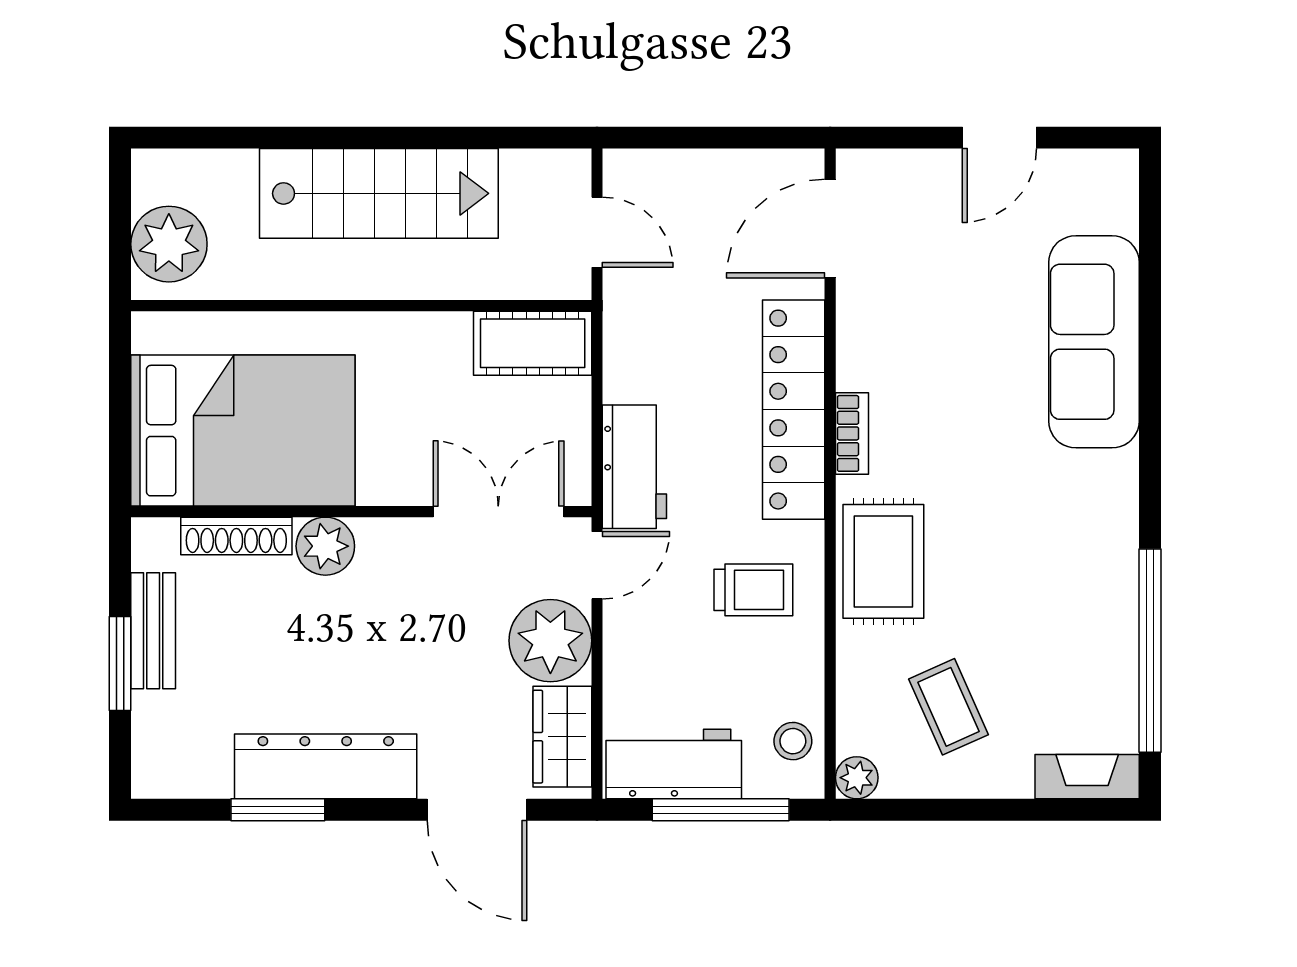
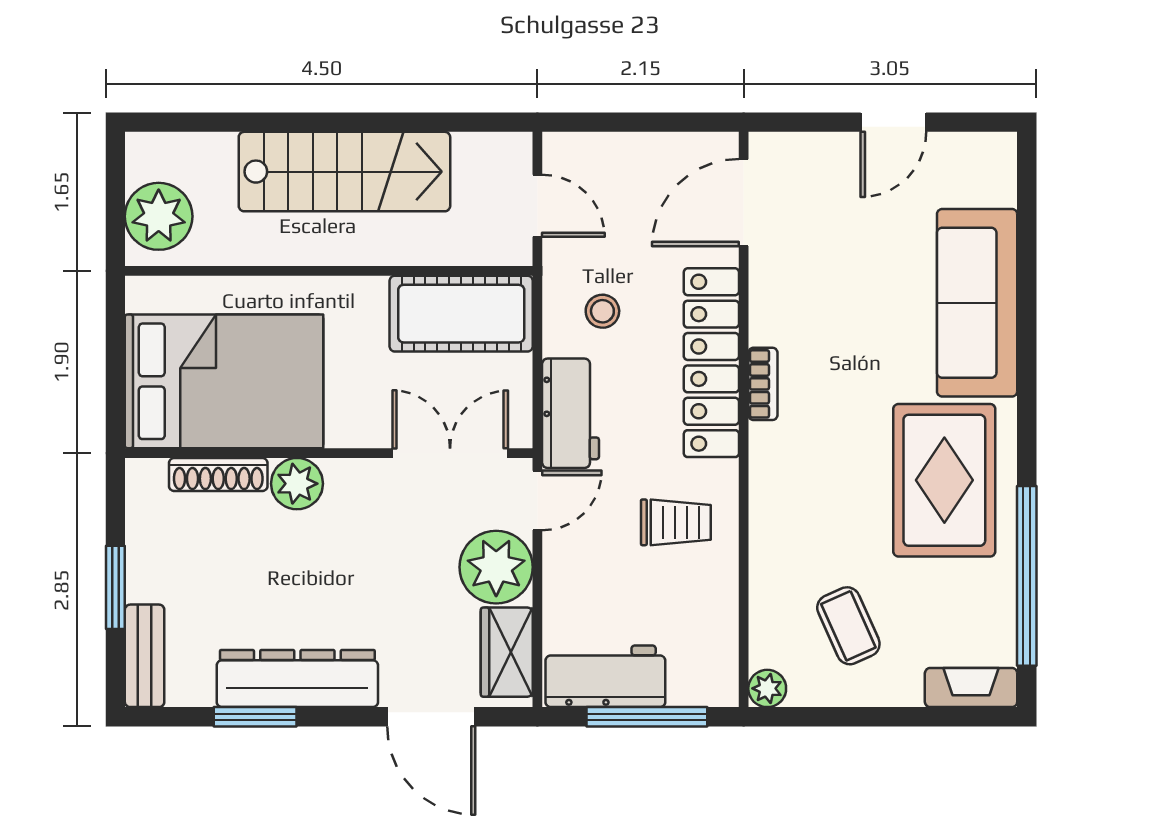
cot: (533, 343) -> (461, 314), width x1.37, depth x1.34
rug: (883, 561) -> (944, 480), moved, width x1.36, depth x1.43
bench: (153, 631) -> (145, 656), moved
stool: (793, 741) -> (602, 311), moved

